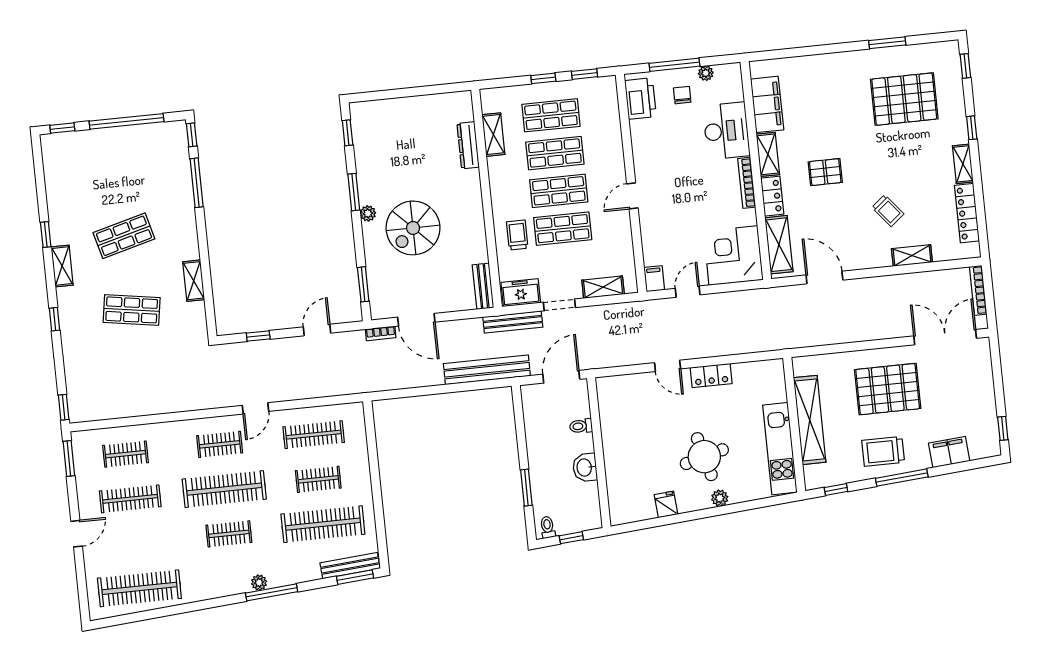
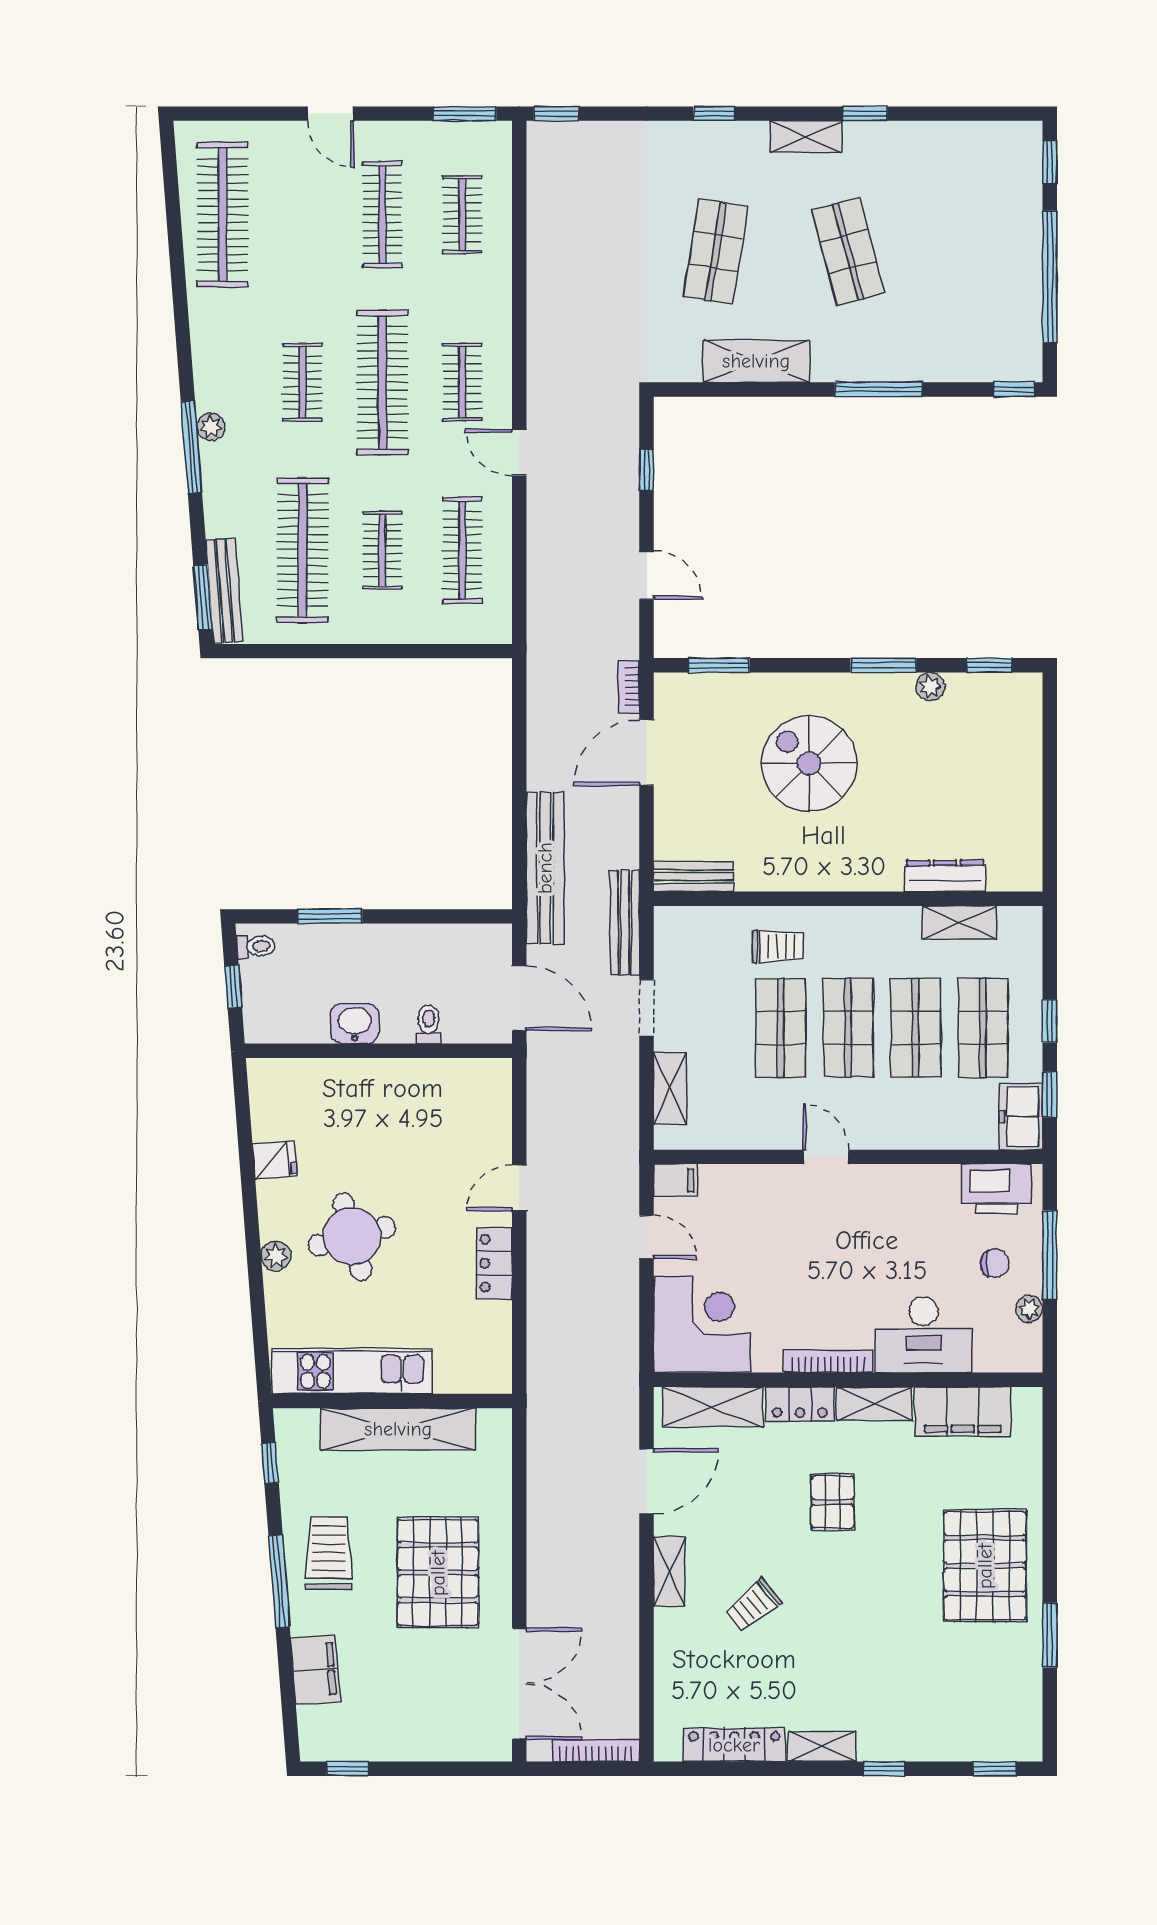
pallet: (904, 99) -> (985, 1566), moved
window: (197, 183) -> (878, 389), moved
plant: (368, 213) -> (930, 687), moved
shelving: (912, 256) -> (669, 1571), moved
shelving: (194, 281) -> (756, 361), width x1.50, depth x1.33
freezer: (521, 293) -> (1021, 1117), moved, turned 180

